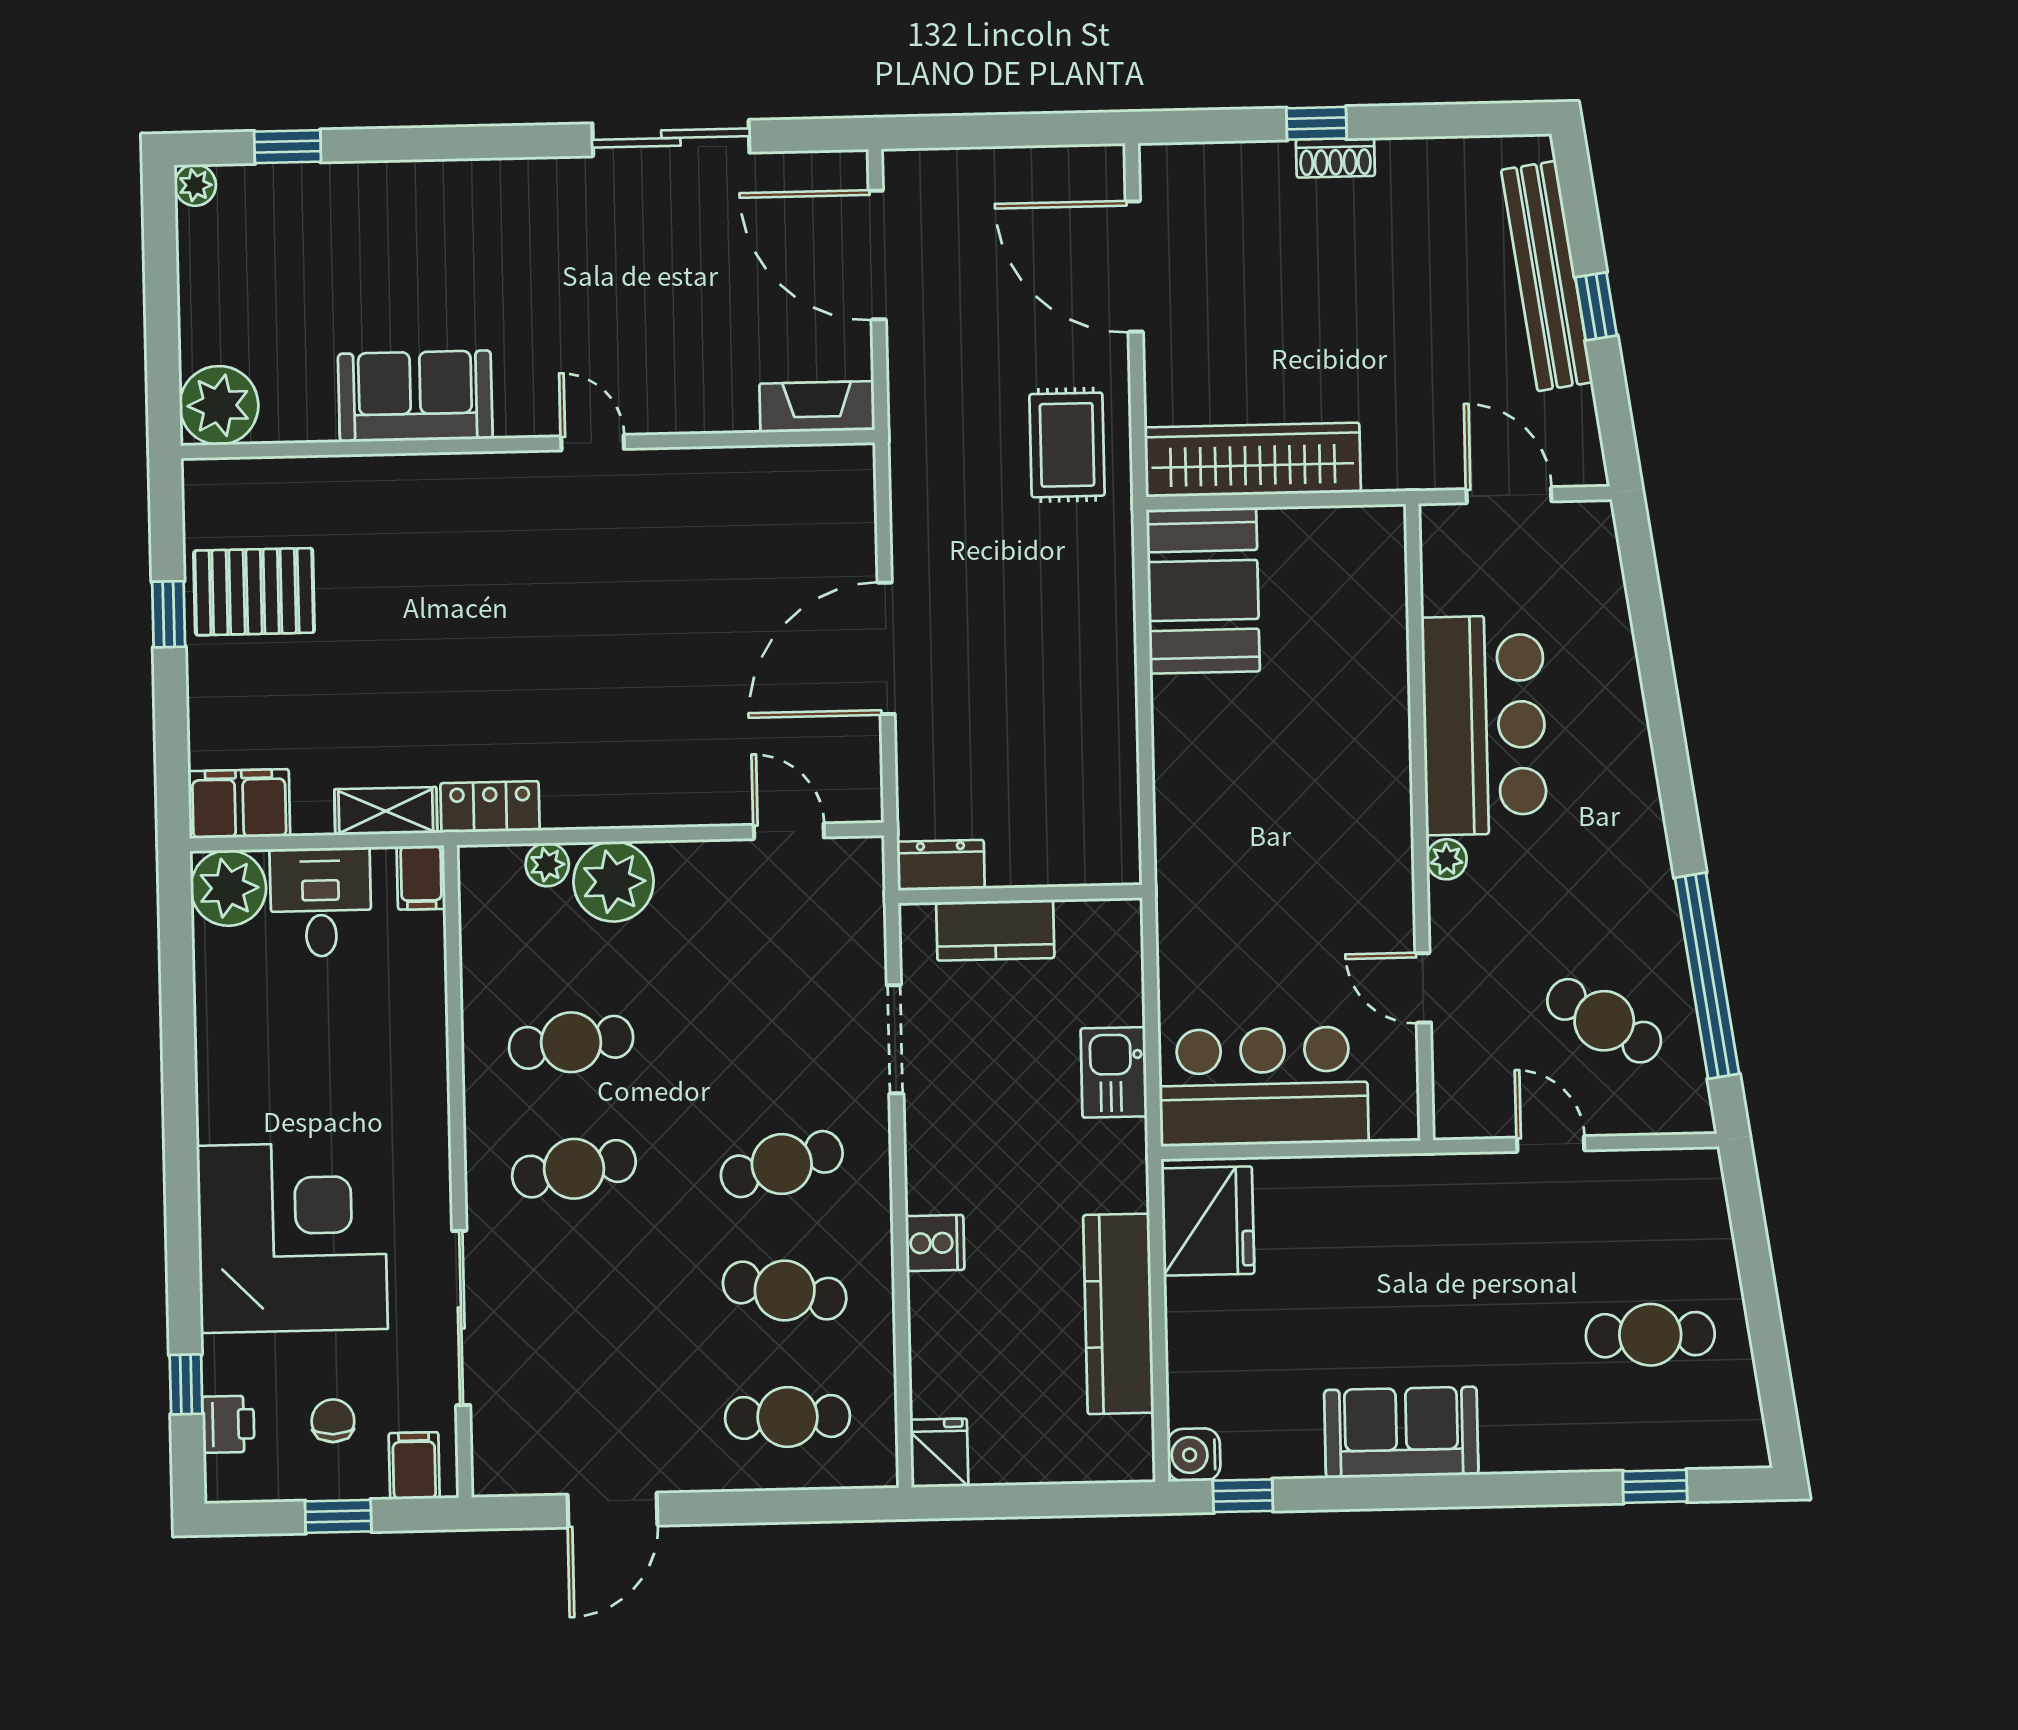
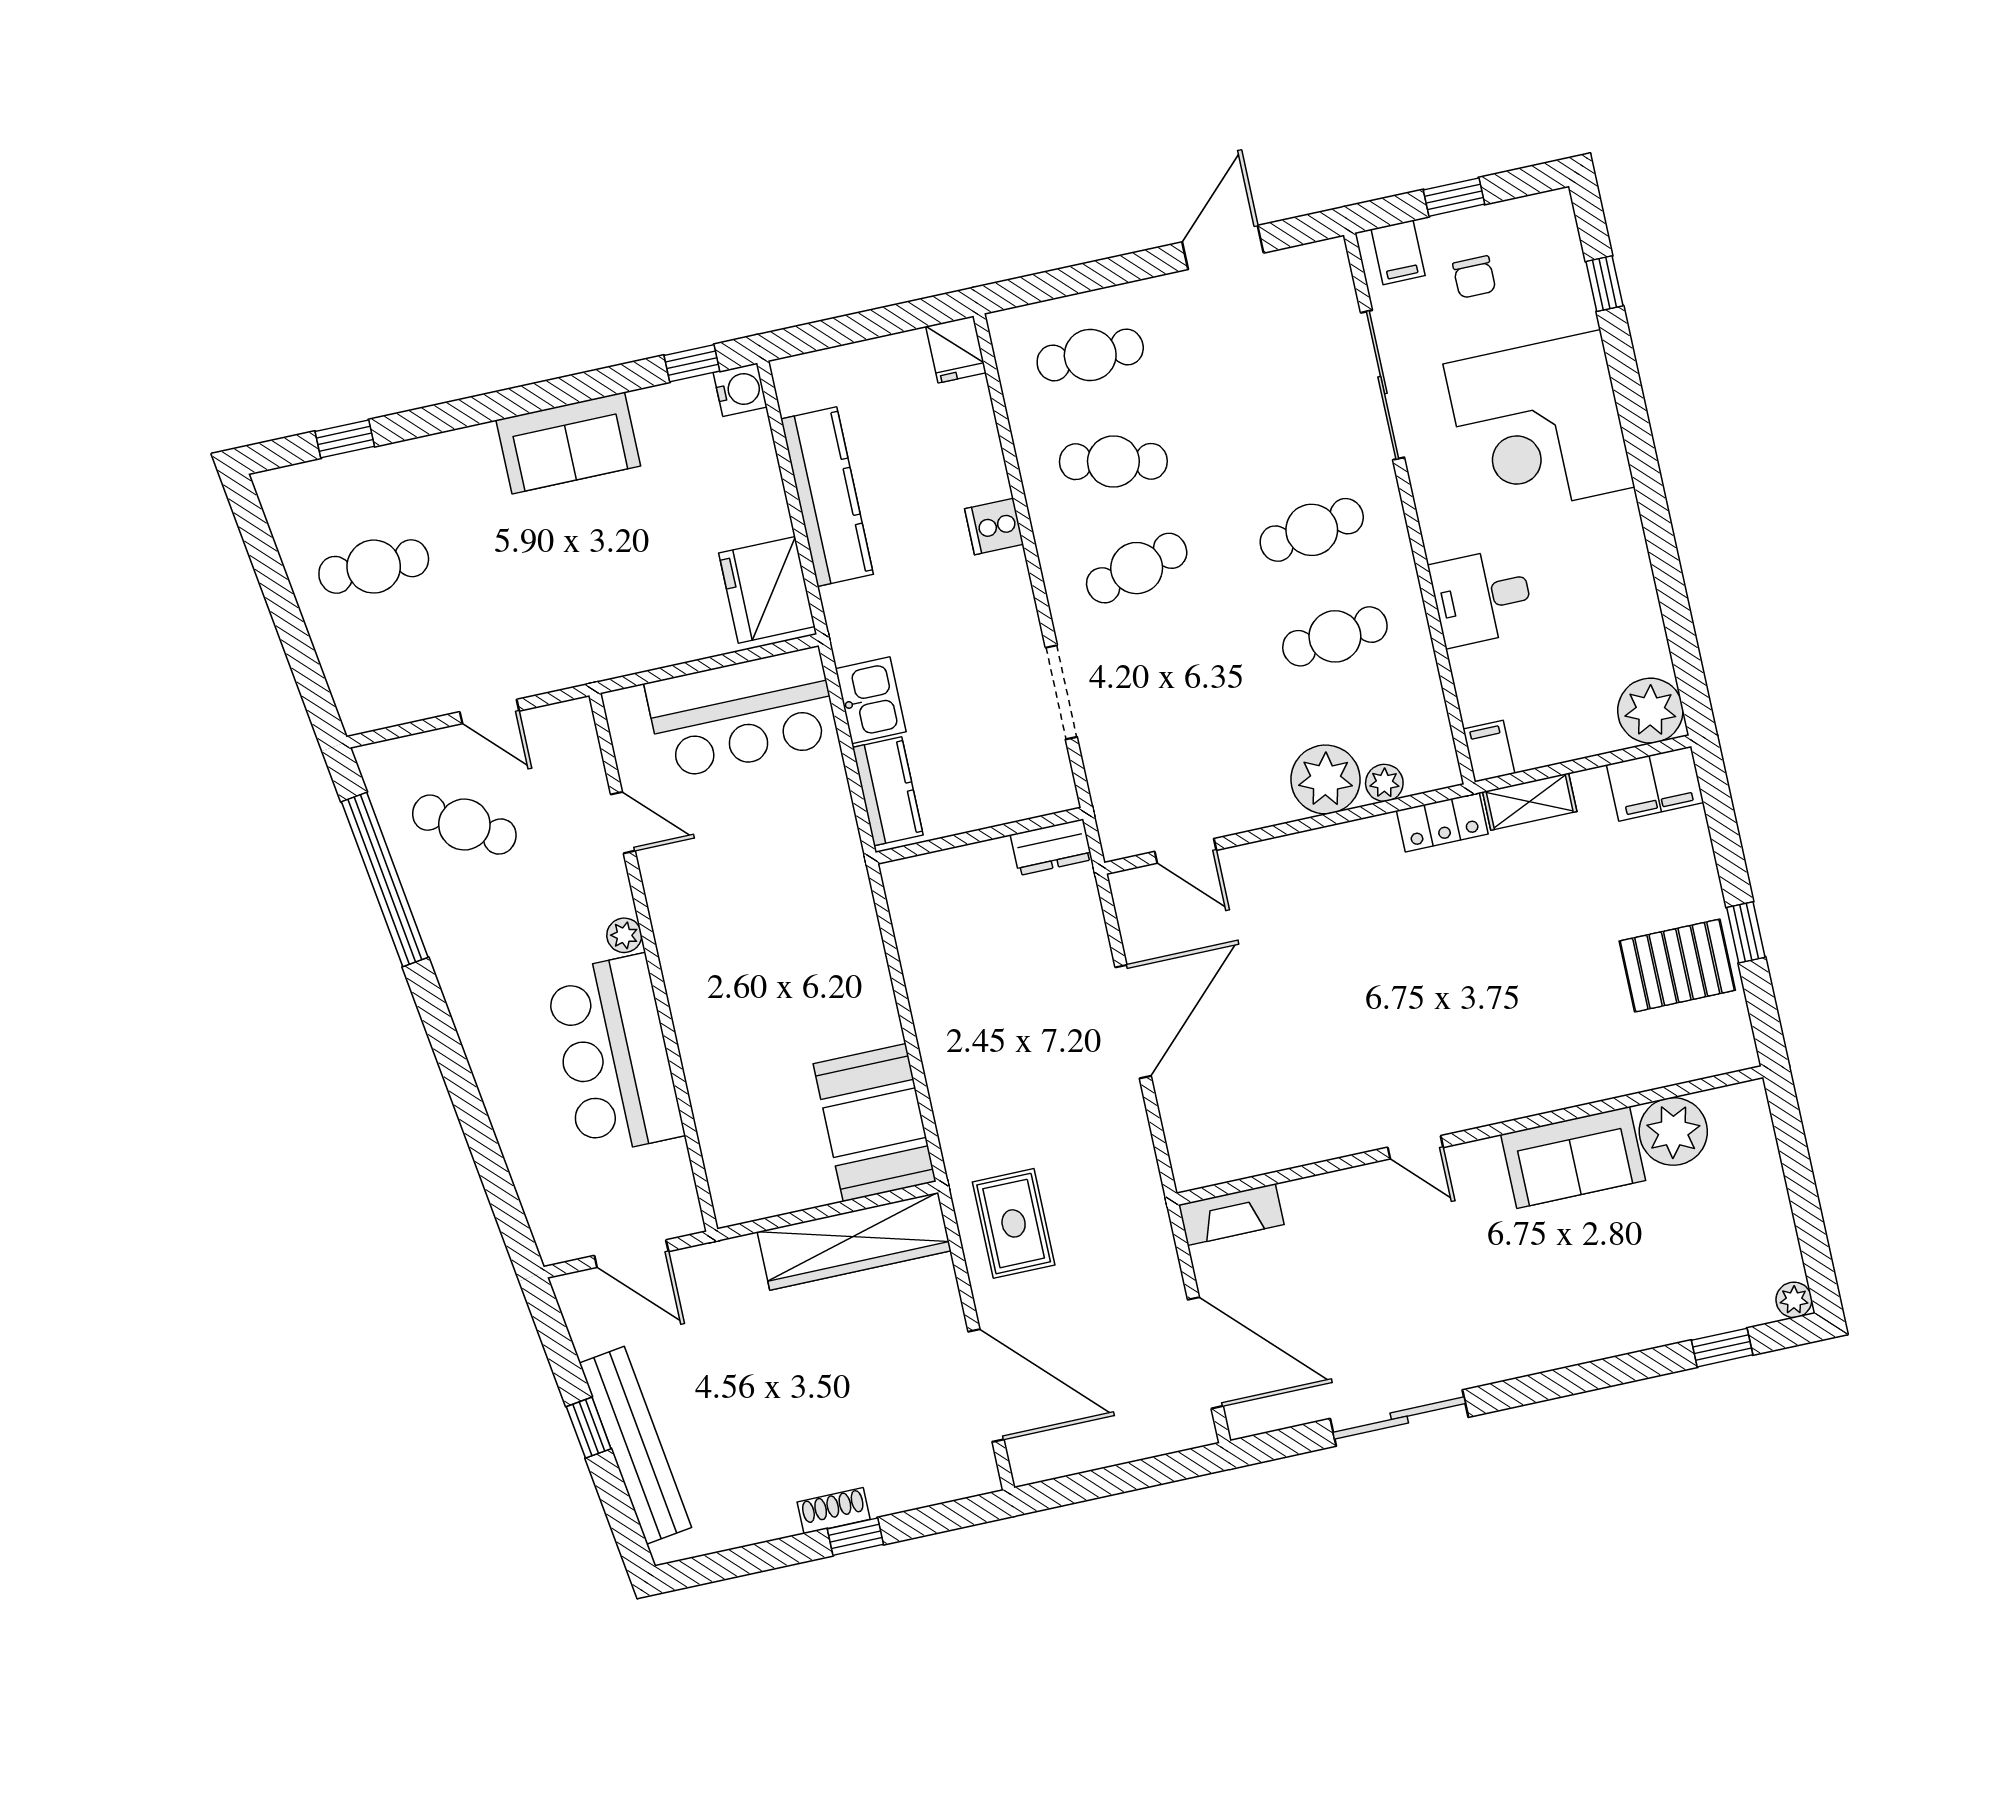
plant: (219, 405) -> (1673, 1131), moved
desk: (321, 902) -> (1482, 597), moved, turned 90
kitchen counter: (995, 930) -> (888, 791), moved, turned 90
printer: (228, 1424) -> (1562, 257), removed

